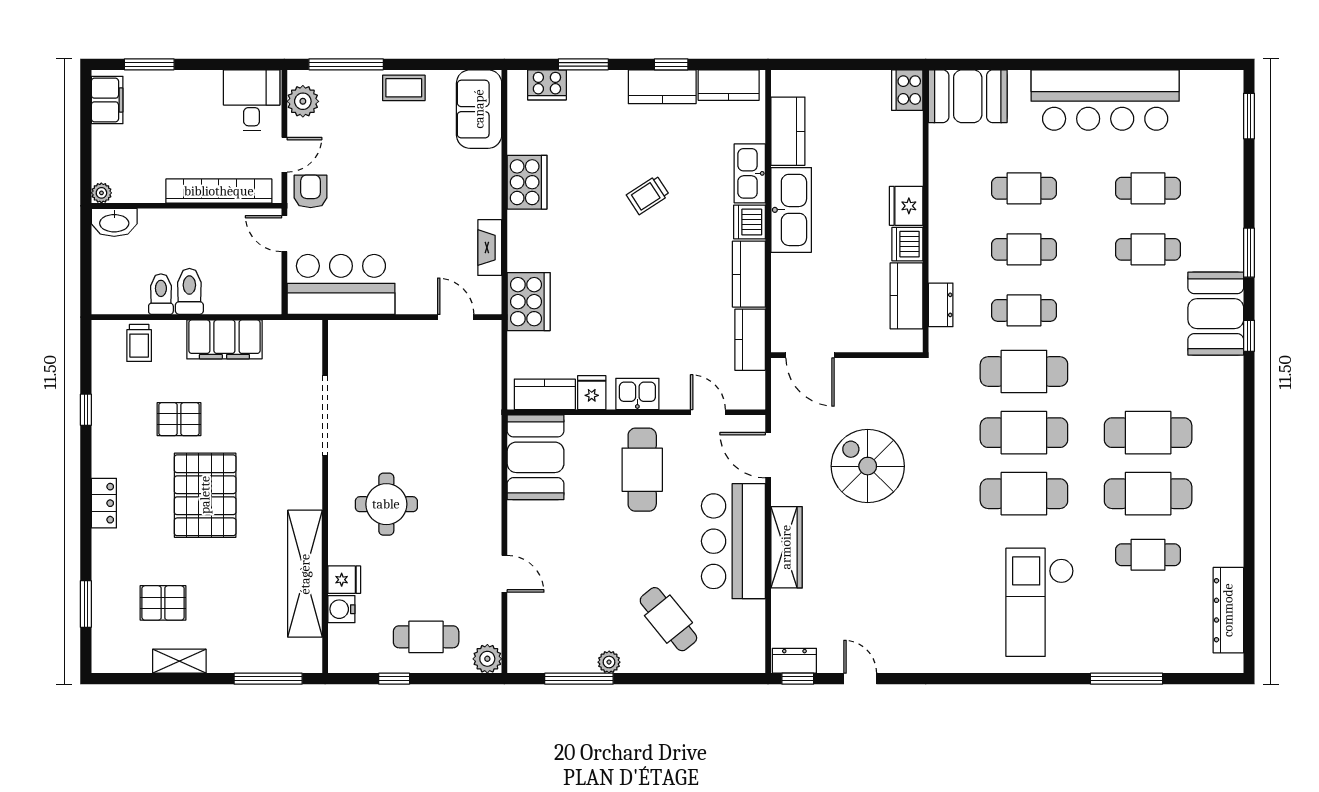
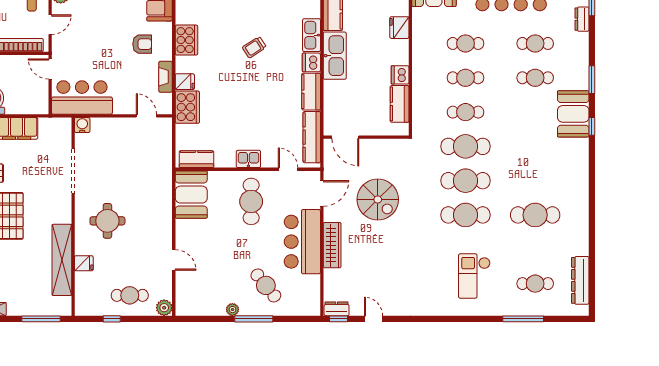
armchair: (311, 191) -> (142, 44), moved, turned 90
fridge: (906, 206) -> (399, 28), moved
dresser: (941, 305) -> (582, 19), moved, turned 180
kitchen counter: (750, 340) -> (312, 137), width x1.50
fridge: (592, 393) -> (185, 82), moved, turned 90
cafe table: (1148, 433) -> (535, 181), removed
door: (768, 455) -> (322, 193), swing flipped
spiral stairs: (868, 466) -> (378, 199), turned 180
cafe table: (1148, 555) -> (535, 284), moved
checkout: (1040, 602) -> (474, 276), width x0.73, depth x0.83
water cooler: (341, 609) -> (82, 125), moved, turned 90
window: (579, 679) -> (254, 319), moved

